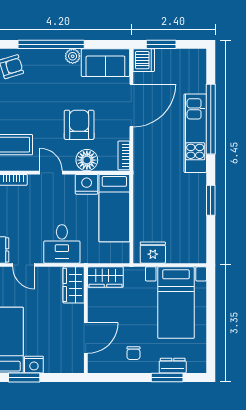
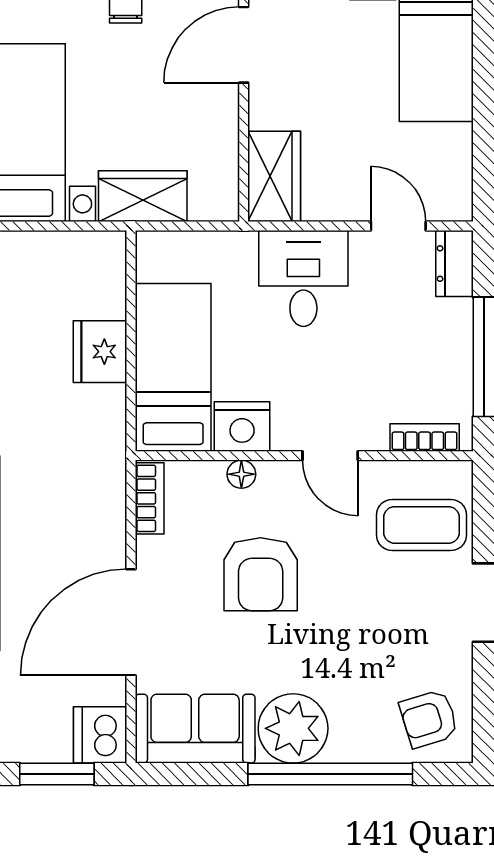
plant: (73, 56) -> (293, 728), width x1.88, depth x1.88
floor lamp: (87, 160) -> (241, 474), width x0.53, depth x0.53
fridge: (153, 253) -> (100, 352), moved, turned 90
wardrobe: (105, 277) -> (143, 196), moved

